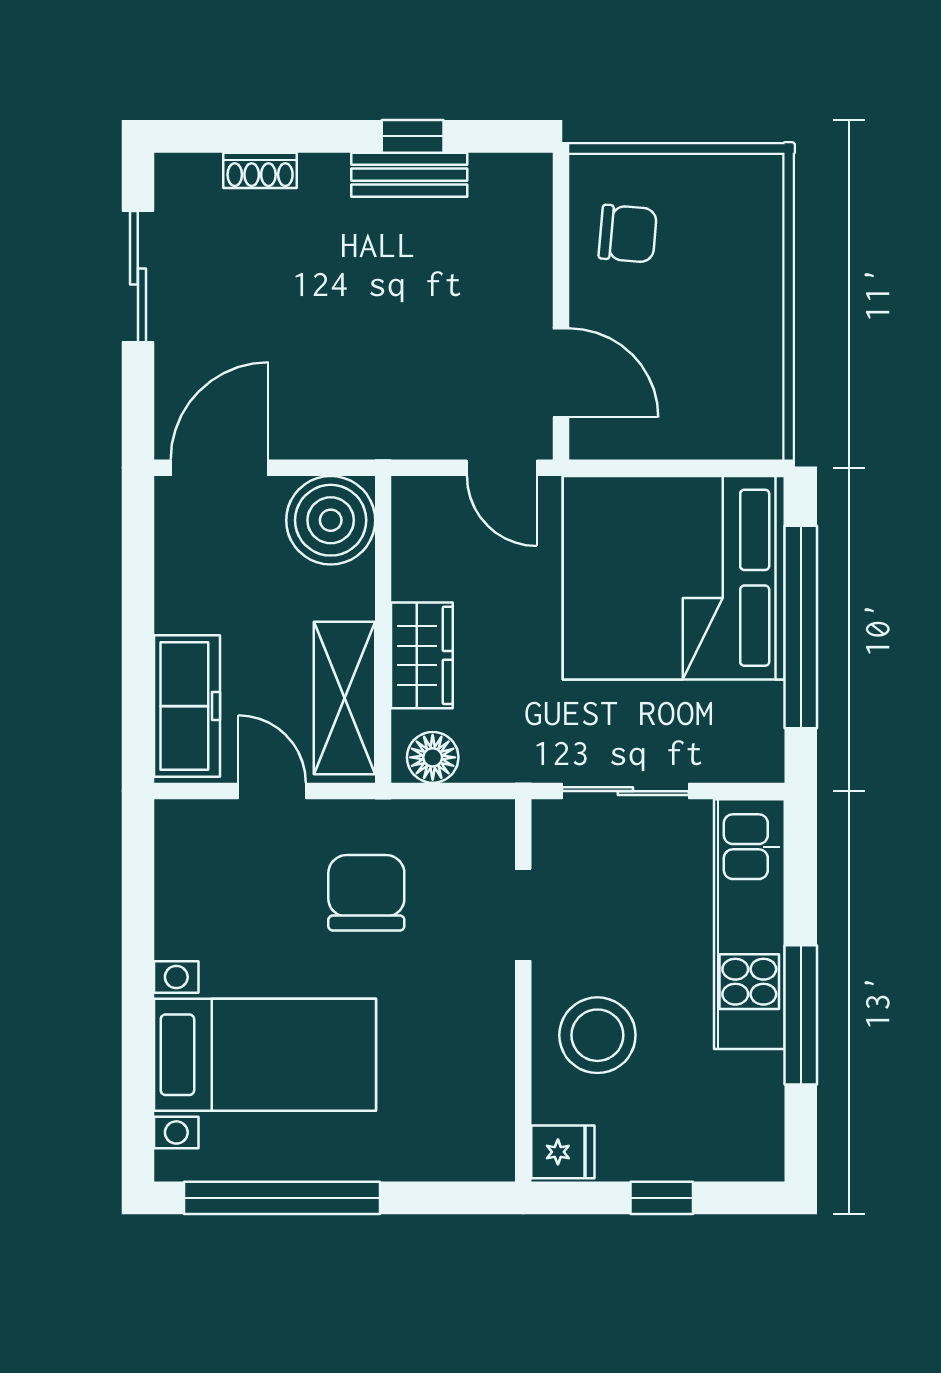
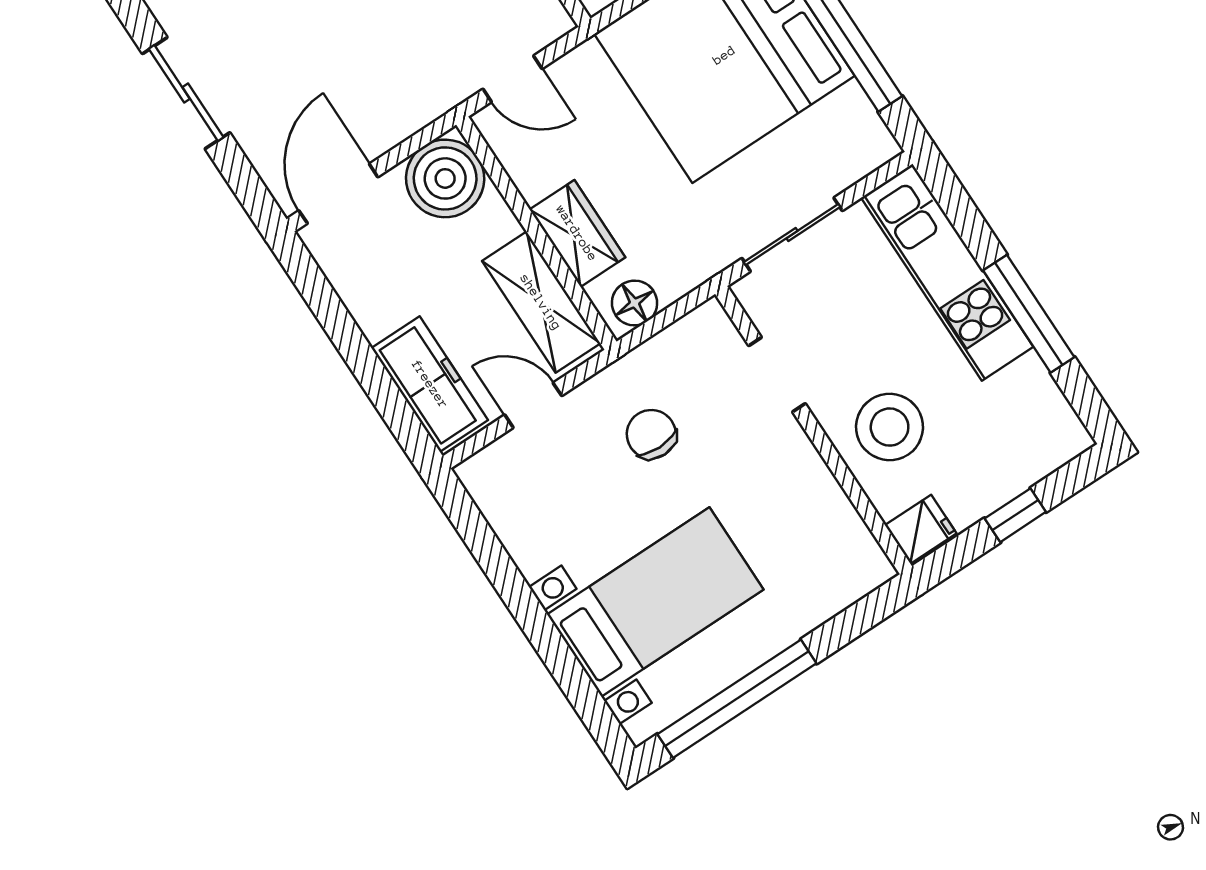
door: (502, 468) -> (513, 79), moved
chair: (366, 893) -> (651, 434), width x0.73, depth x0.73

